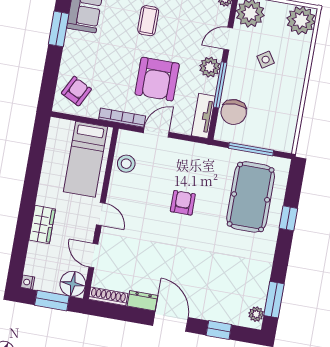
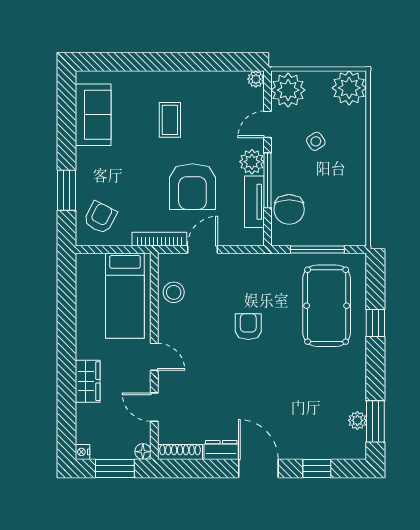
window: (59, 29) -> (66, 190), moved
tv unit: (203, 116) -> (254, 202), moved
floor lamp: (73, 284) -> (143, 452), width x0.53, depth x0.53
plant: (256, 314) -> (357, 420), moved

